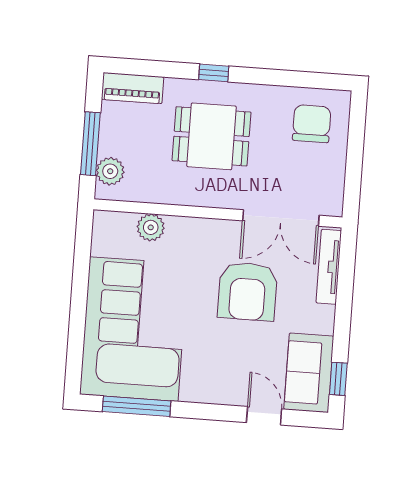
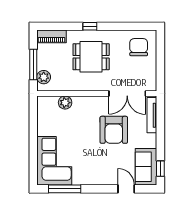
corner sofa: (134, 329) -> (54, 161), width x0.73, depth x0.74

